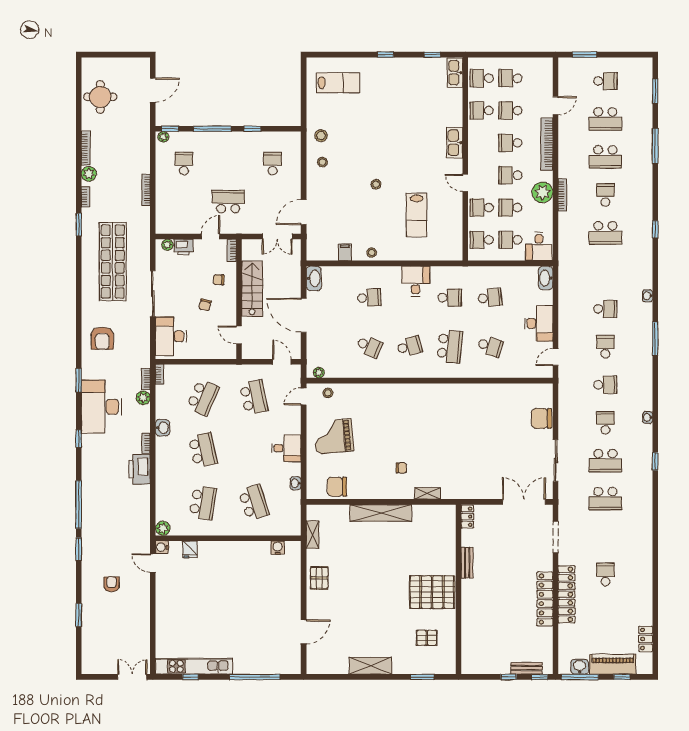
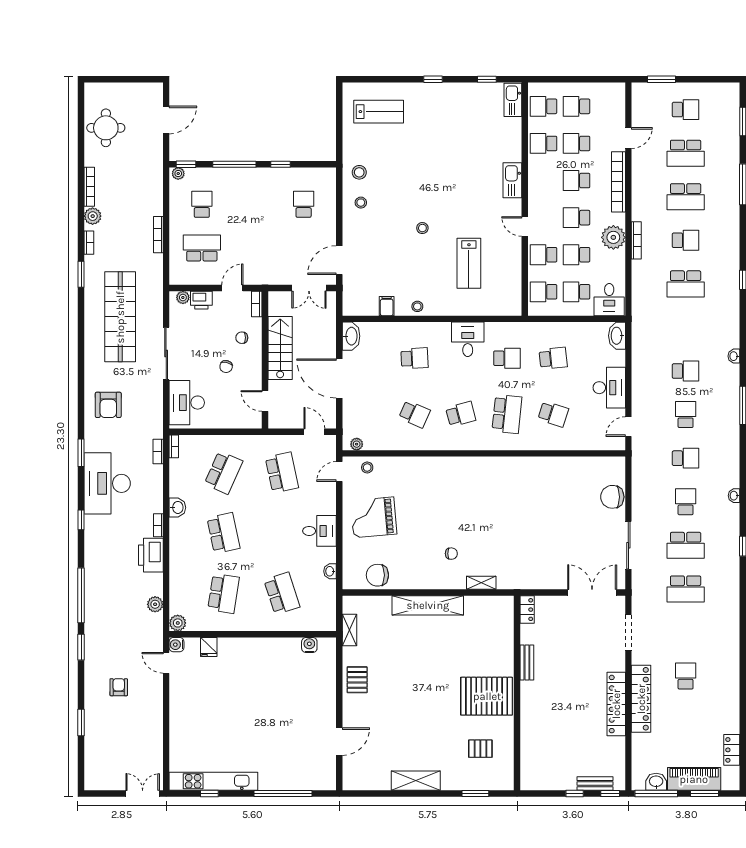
school desk: (605, 195) -> (686, 240), turned 90
school desk: (228, 202) -> (202, 248), moved
plant: (143, 398) -> (155, 604), moved
window: (622, 677) -> (705, 794), width x1.50

